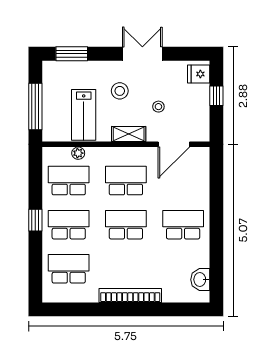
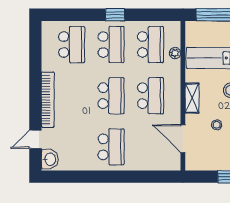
washbasin: (200, 280) -> (50, 159), moved, turned 90
door: (175, 309) -> (35, 139), added

